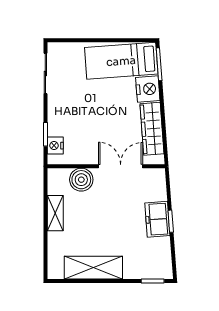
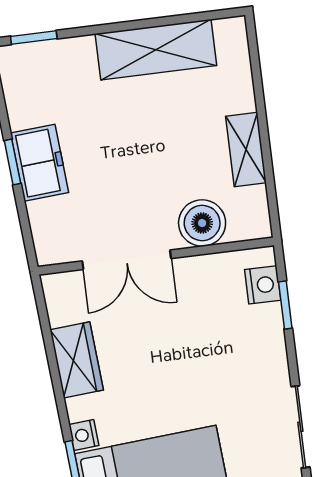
nightstand: (148, 89) -> (84, 435), width x0.53, depth x0.56
wardrobe: (152, 129) -> (77, 360), width x0.67

